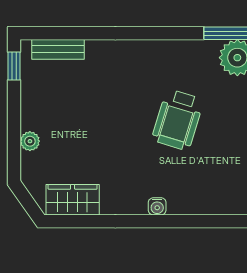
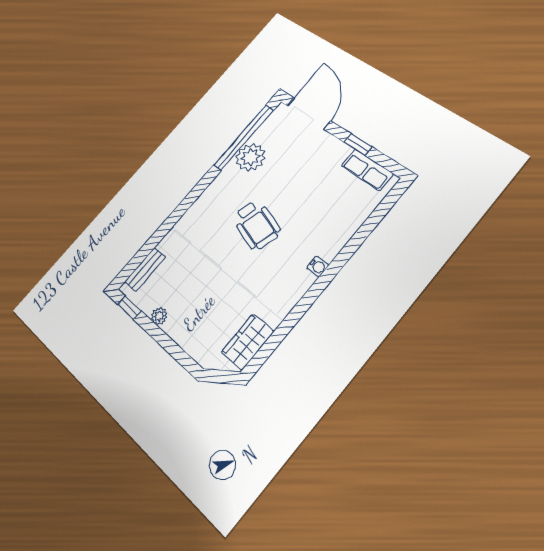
plant: (30, 141) -> (159, 316), moved
water cooler: (157, 206) -> (318, 266), moved

